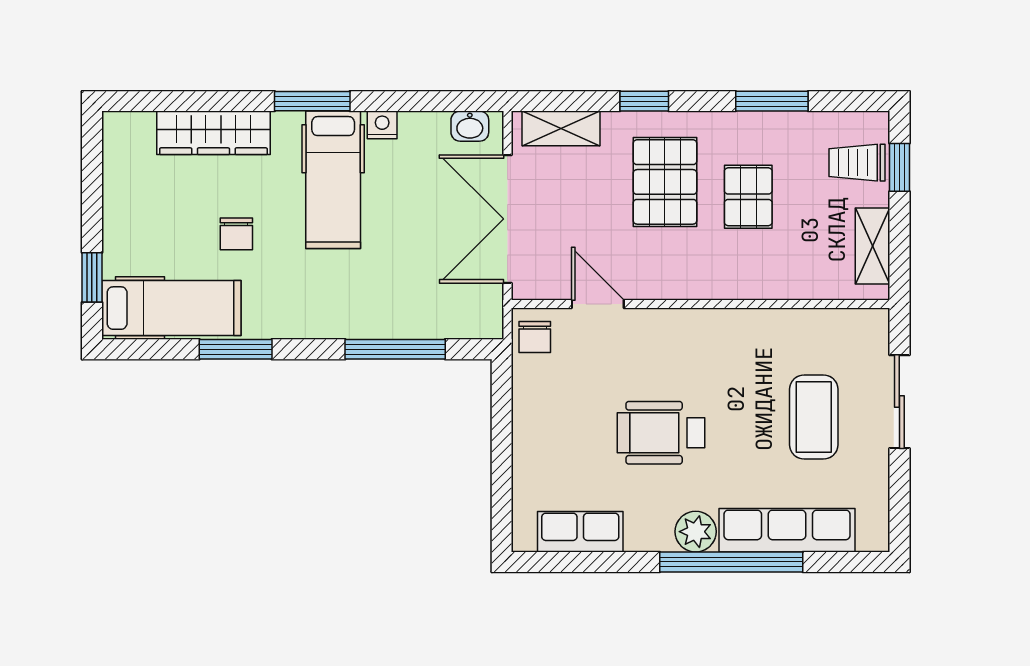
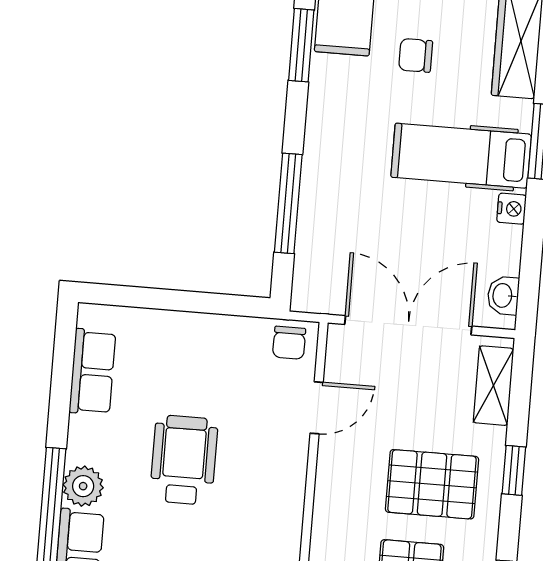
chair: (535, 337) -> (289, 343), turned -90

